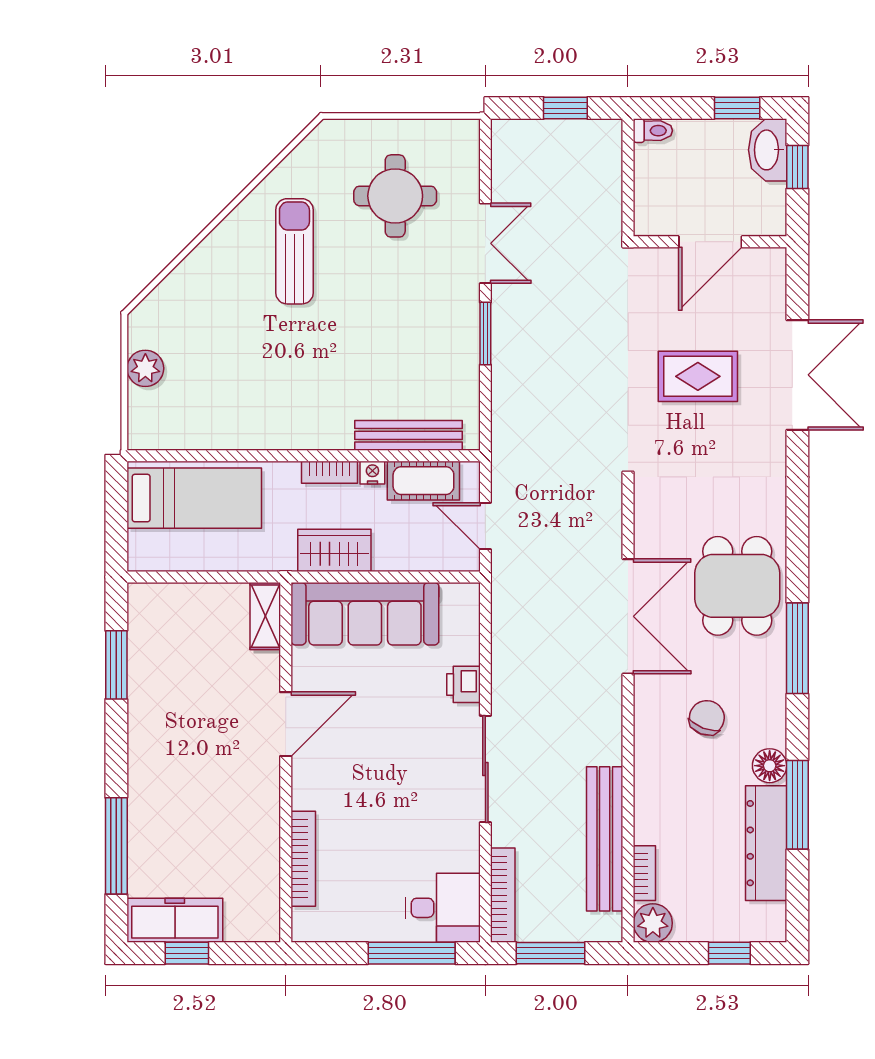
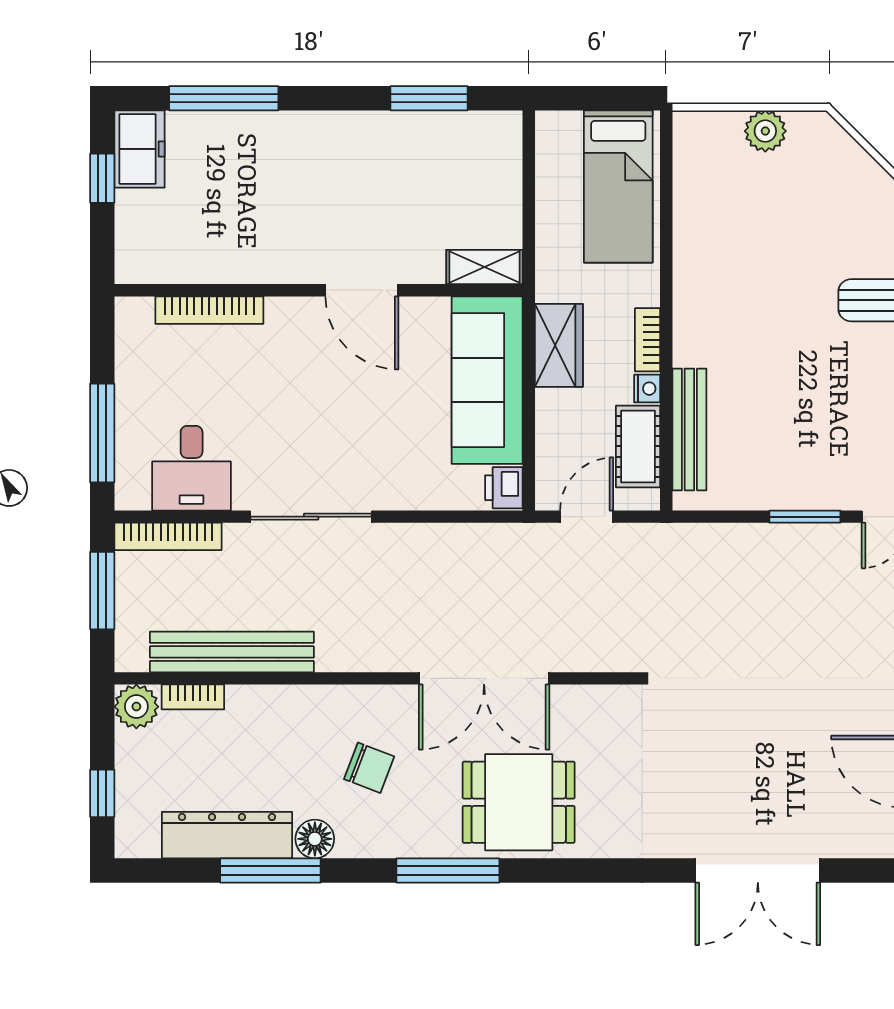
rug: (698, 376) -> (756, 758), removed
printer: (463, 684) -> (504, 488), moved, turned -90
desk: (443, 908) -> (192, 468), moved
freezer: (175, 920) -> (140, 149), width x0.71

